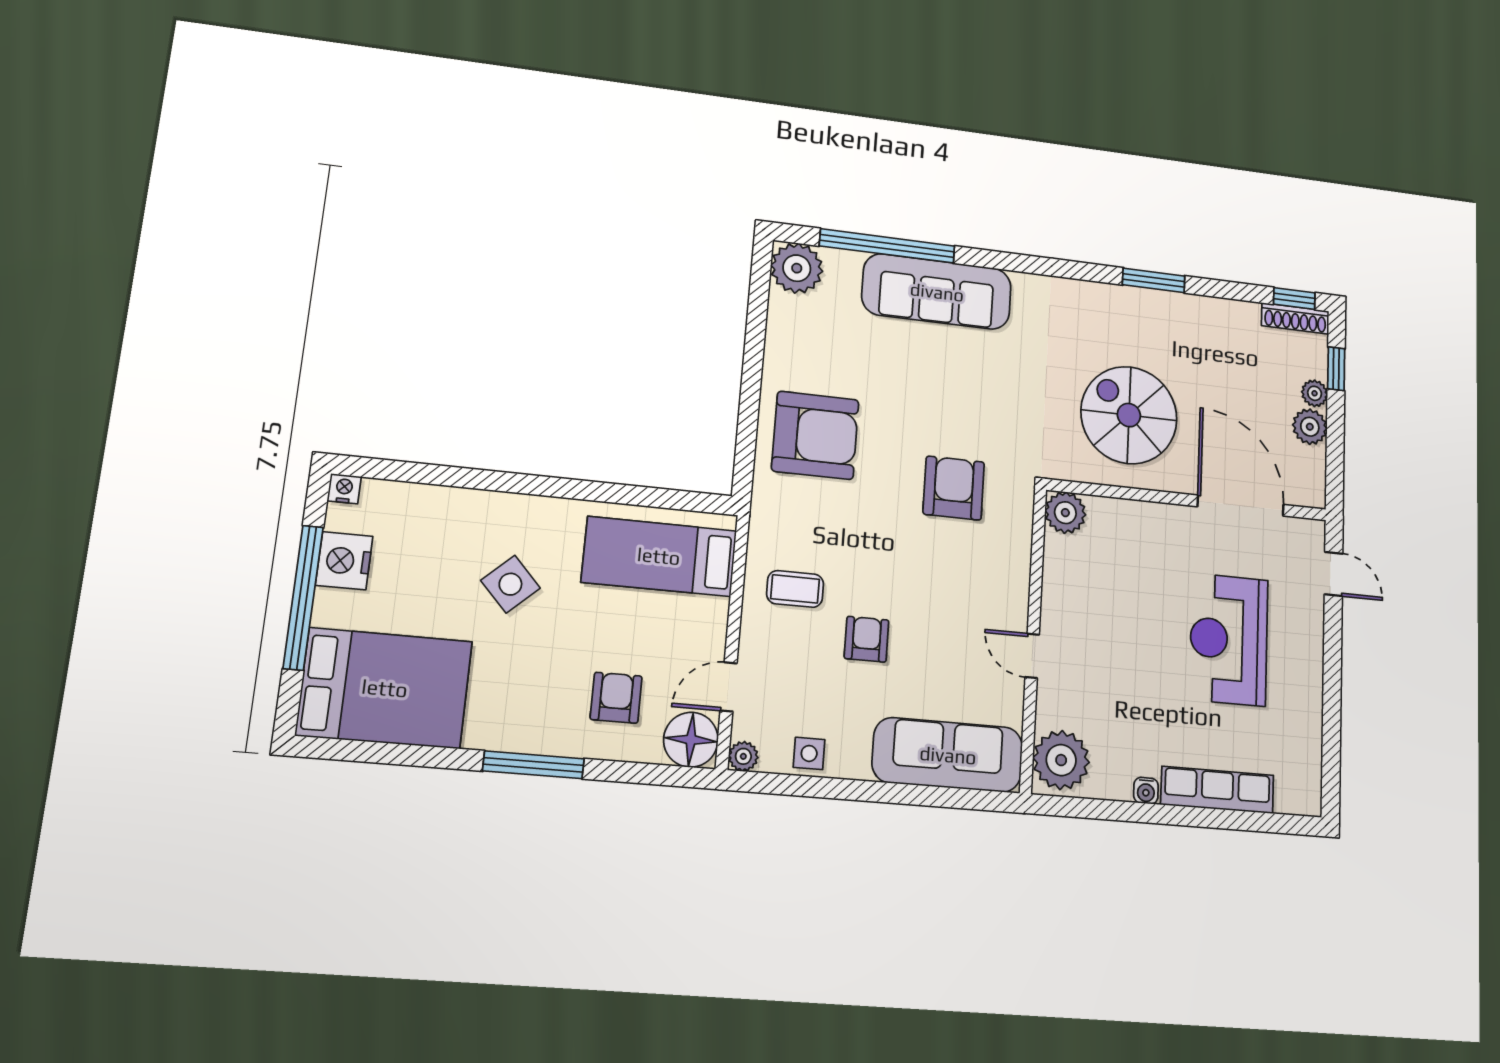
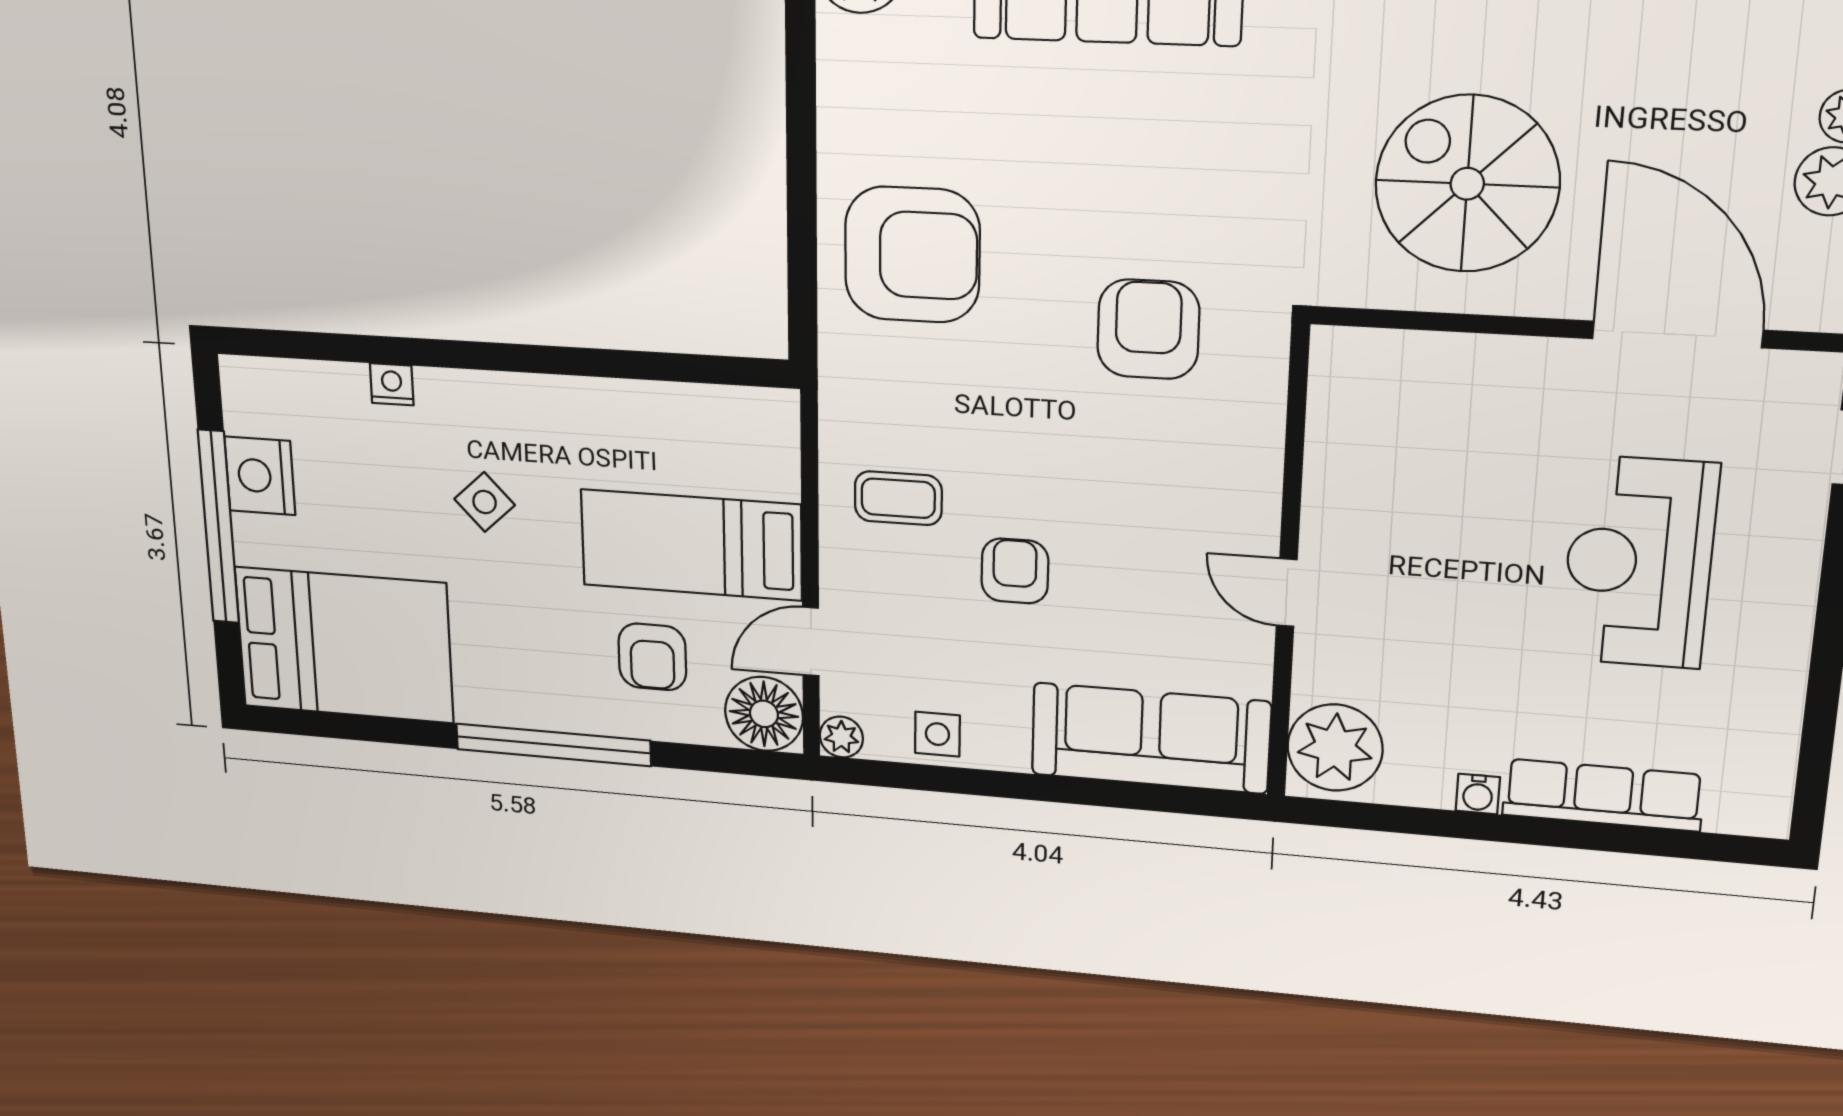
nightstand: (344, 489) -> (392, 384), moved
plant: (1065, 513) -> (1345, 361), removed
bed: (659, 556) -> (691, 545), moved
side table: (510, 584) -> (485, 502), width x0.73, depth x0.73
armchair: (616, 698) -> (652, 657), turned 180
window: (534, 765) -> (553, 745), width x1.46

